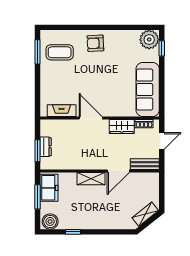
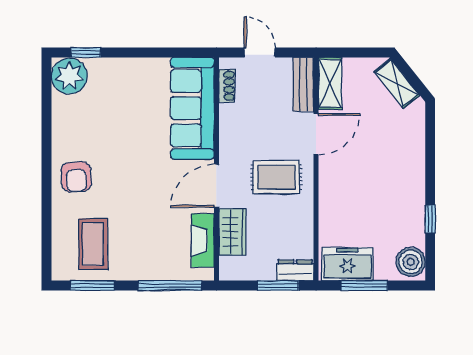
sofa: (148, 90) -> (192, 108), moved, turned 90
window: (38, 93) -> (170, 285), added
wardrobe: (122, 126) -> (232, 232), moved
dresser: (46, 147) -> (295, 270), moved
rug: (95, 150) -> (276, 177), added
door: (118, 171) -> (316, 134), hinge flipped
shelving: (91, 179) -> (330, 83), moved

